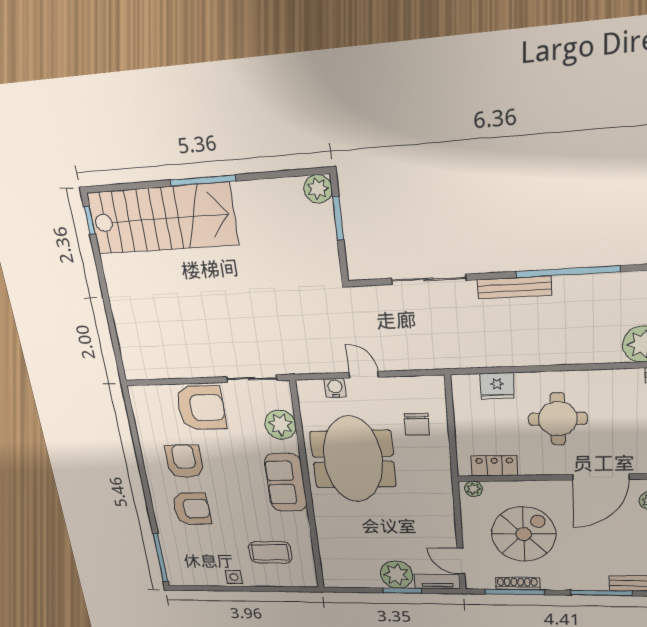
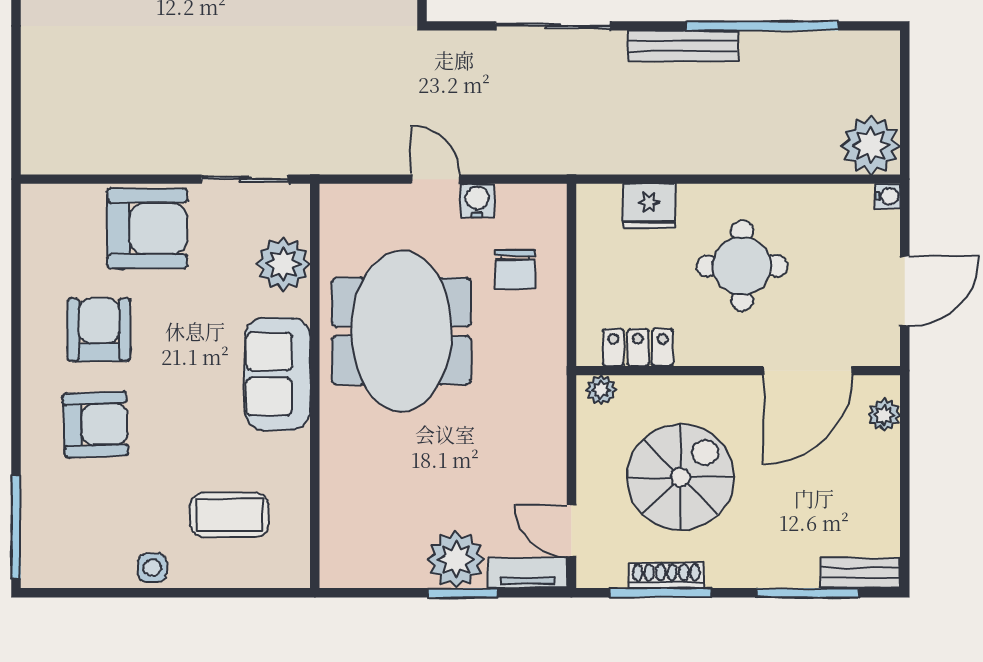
water cooler: (335, 388) -> (477, 200), moved

